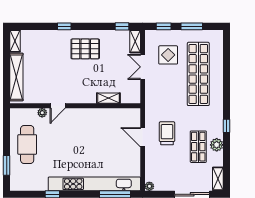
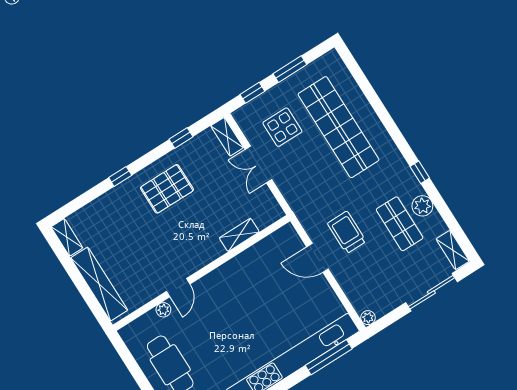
window: (122, 26) -> (181, 138), moved

